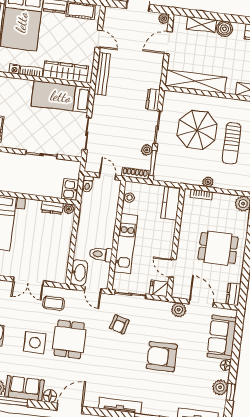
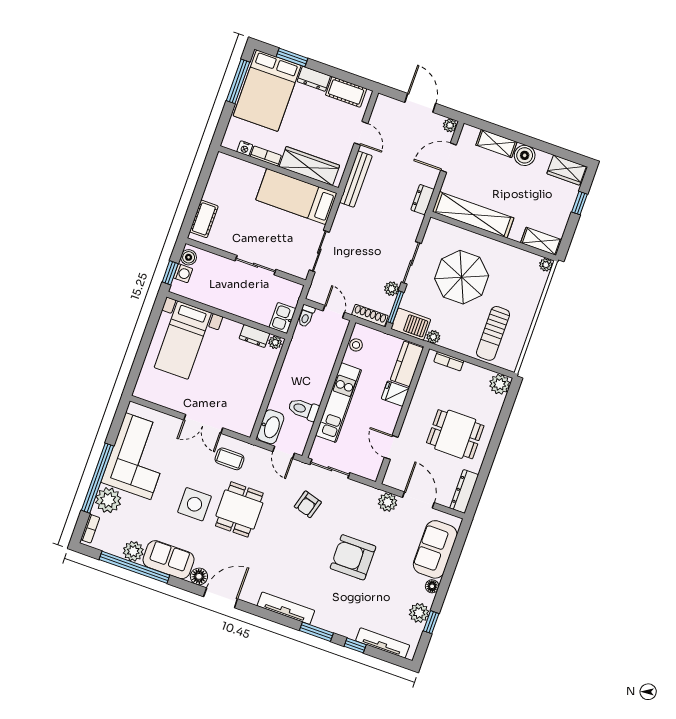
dresser: (153, 100) -> (423, 200), moved
sun lounger: (232, 143) -> (493, 333), moved
barbecue: (167, 173) -> (411, 324), added
plant: (208, 182) -> (433, 337), moved
fridge: (159, 288) -> (395, 394), moved
dresser: (233, 294) -> (464, 491), width x1.44

